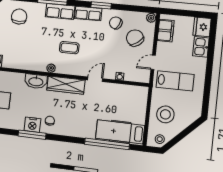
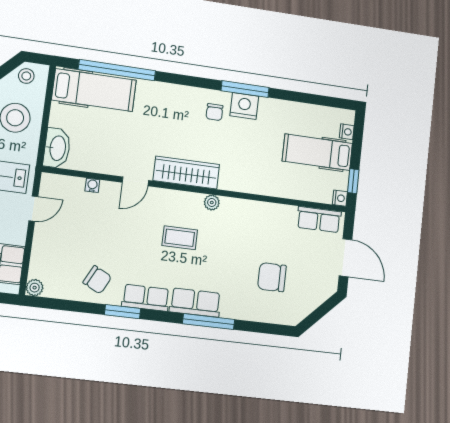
chair: (19, 17) -> (272, 277), moved, turned 90
chair: (135, 38) -> (64, 252), removed
washbasin: (36, 81) -> (57, 148), moved, turned 90

